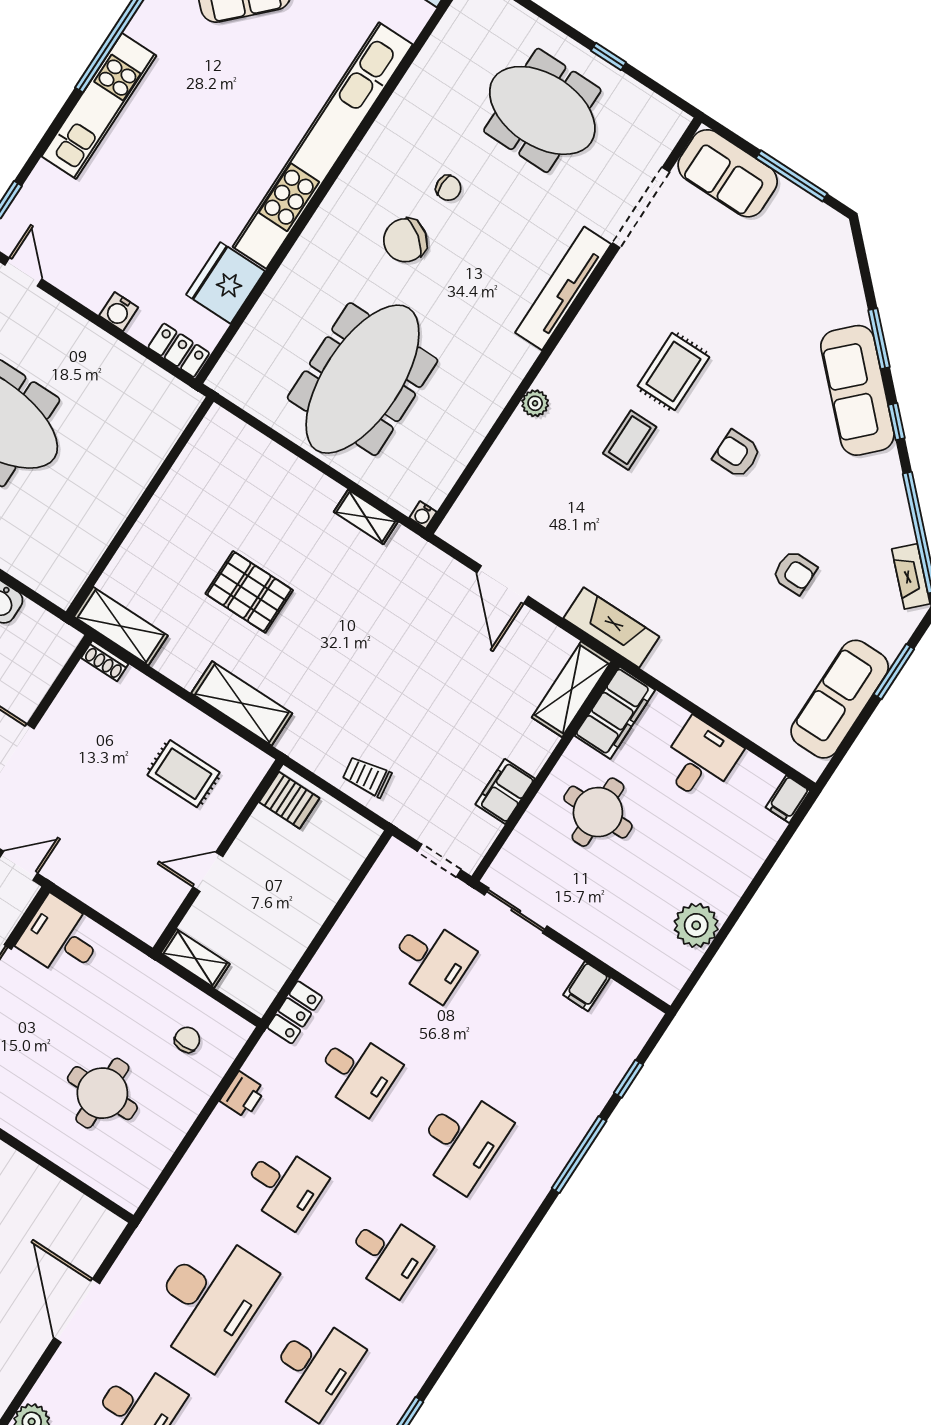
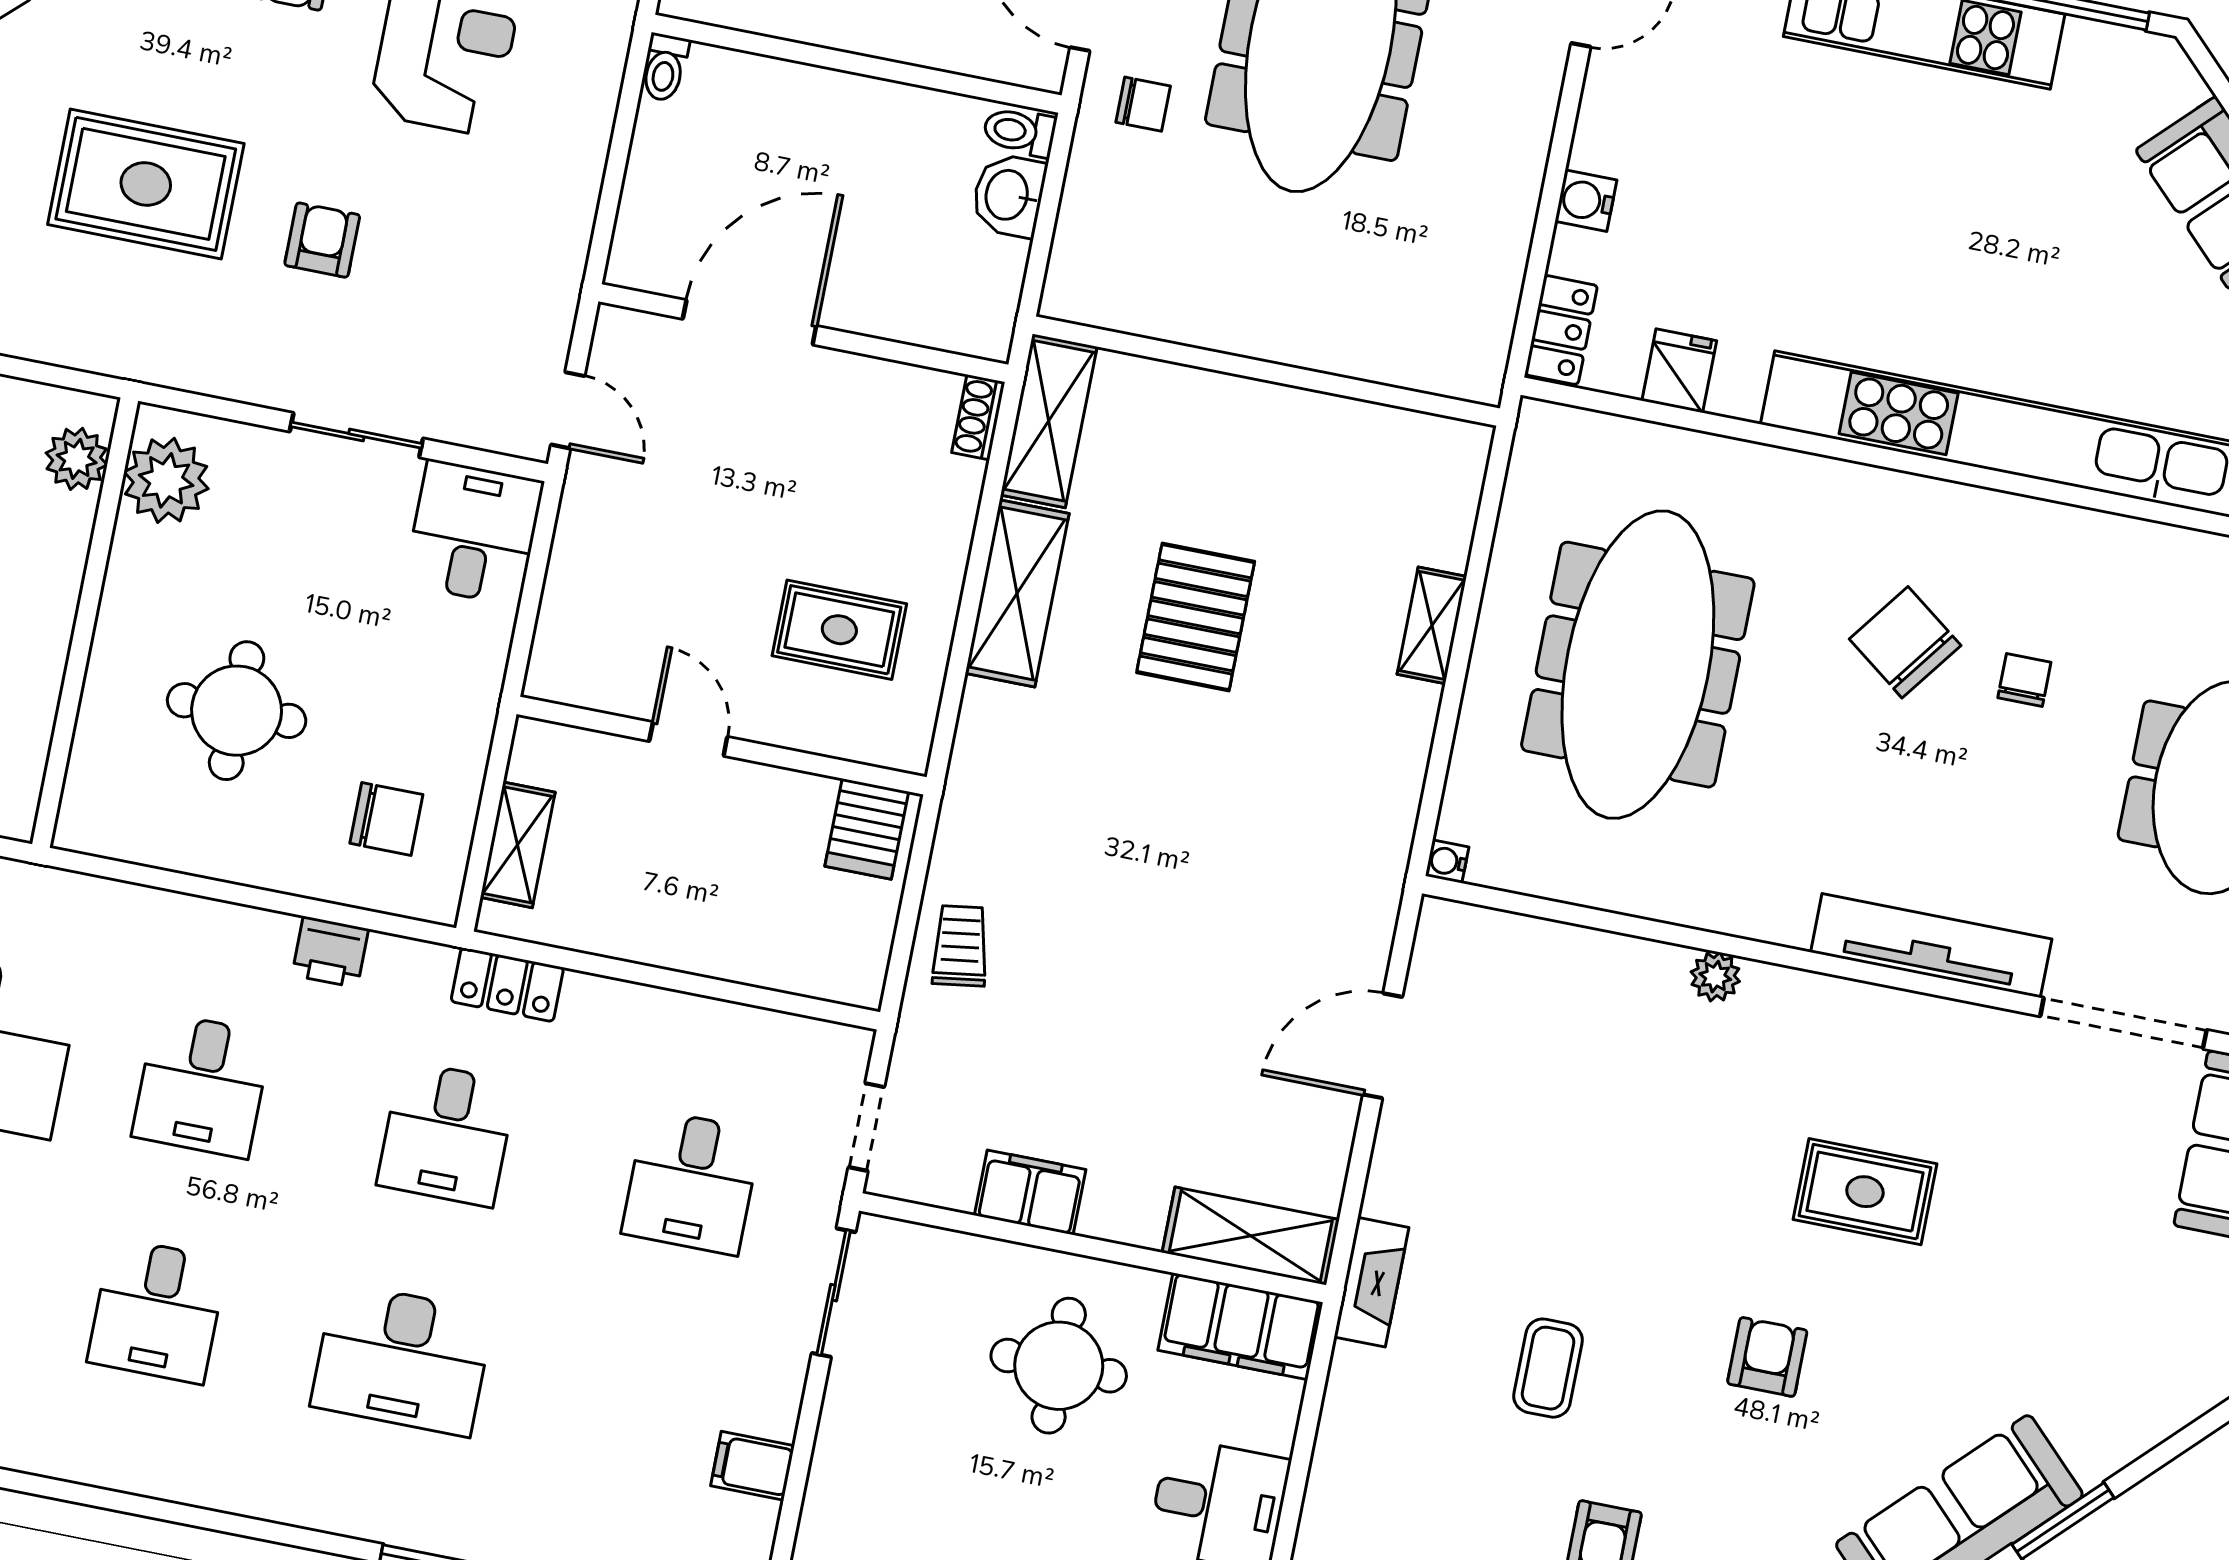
chair: (448, 188) -> (2024, 680), turned 180
fridge: (226, 283) -> (1679, 371), width x0.53, depth x0.75
meeting table: (363, 379) -> (1638, 665), turned 90
coffee table: (630, 440) -> (1548, 1368), moved, turned 90
shelving: (366, 517) -> (1432, 625), moved
fireplace: (611, 628) -> (1371, 1282), width x0.73, depth x0.76
shelving: (242, 703) -> (1017, 593), moved
rug: (184, 774) -> (839, 630), turned 90
shelving: (195, 958) -> (518, 845), moved
chair: (187, 1040) -> (386, 819), width x1.37, depth x1.37

